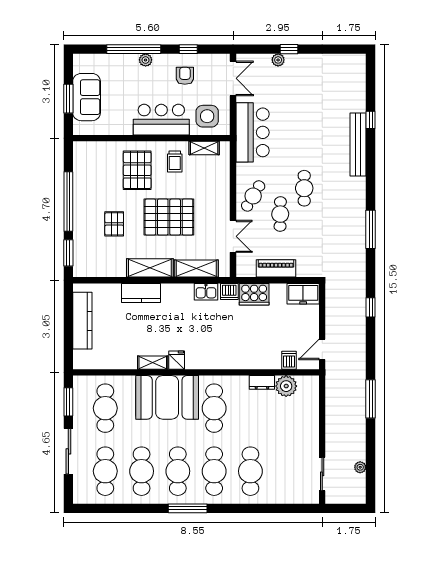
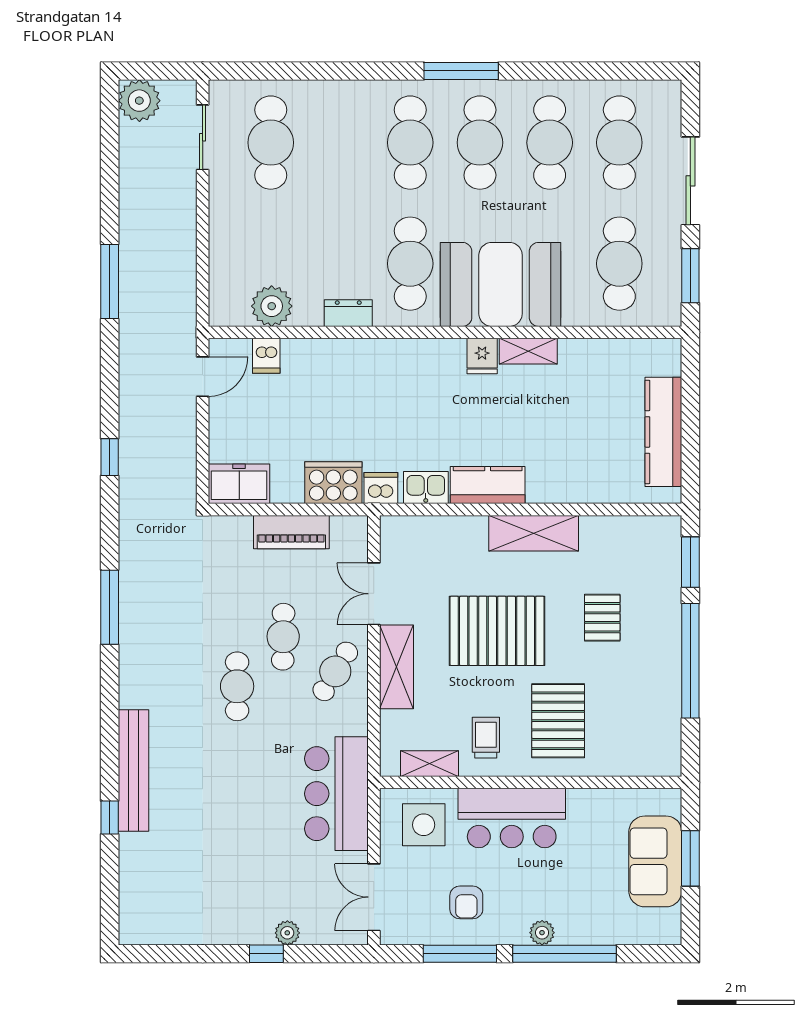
window: (188, 49) -> (460, 954), width x2.17
shelving: (196, 268) -> (397, 667), moved, turned 90
kitchen counter: (141, 293) -> (488, 485), moved
dresser: (262, 382) -> (348, 313), moved
plant: (360, 467) -> (139, 101), moved, width x1.88, depth x1.88
cafe table: (250, 471) -> (271, 143), moved

